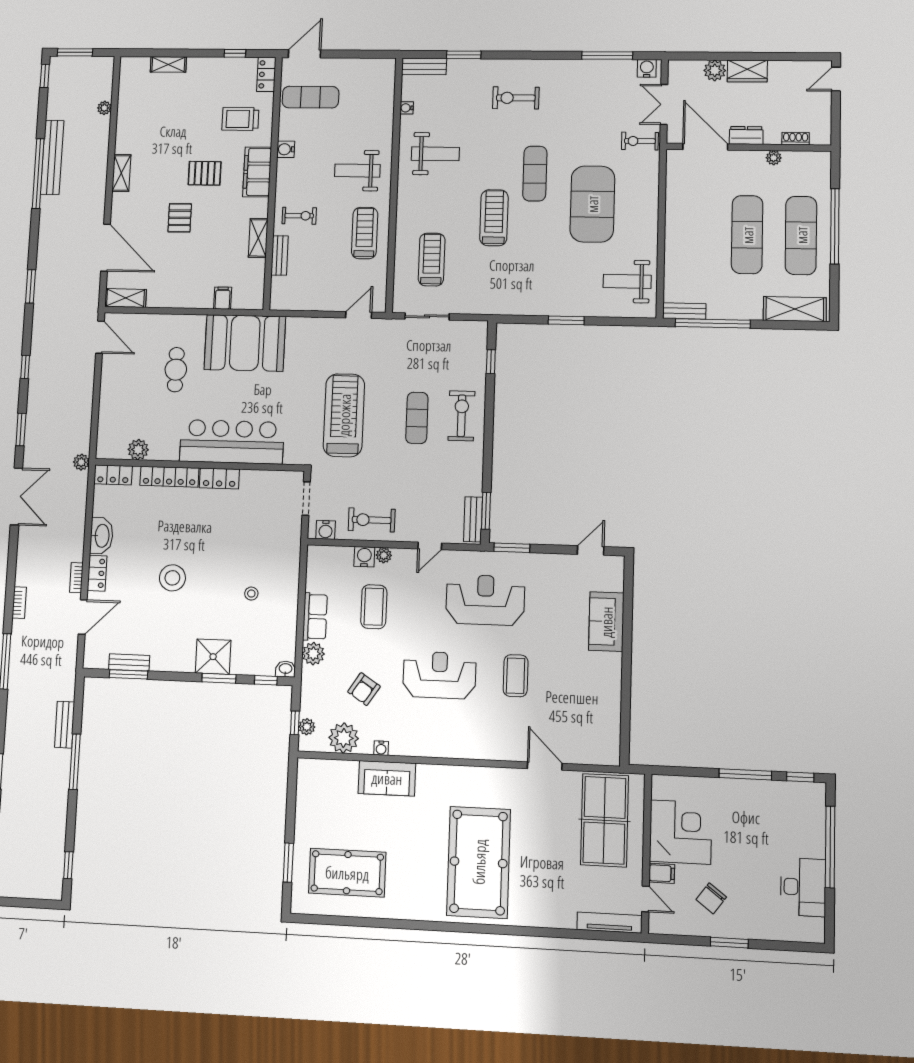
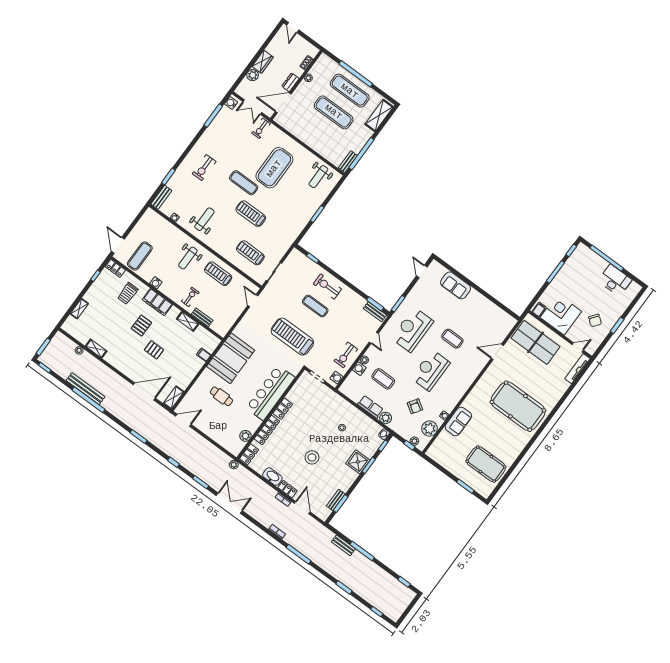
shelving: (121, 173) -> (96, 349), moved
exercise mat: (592, 204) -> (274, 168), turned 90
pool table: (347, 873) -> (486, 464), turned 90
filing cabinet: (662, 873) -> (539, 310), moved

